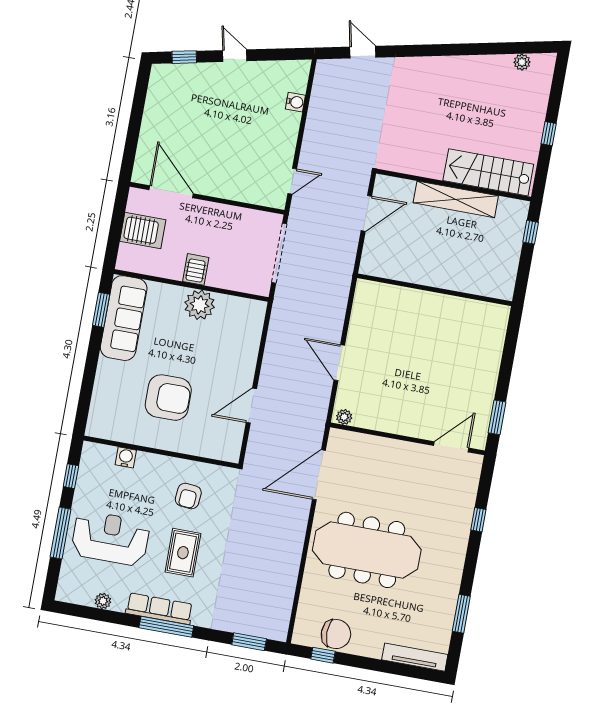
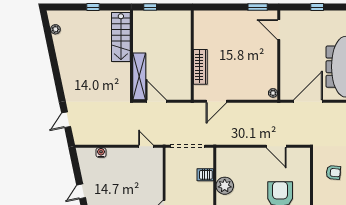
shelving: (456, 199) -> (139, 76), moved
server rack: (196, 269) -> (205, 175), moved
wardrobe: (412, 300) -> (200, 67), added
door: (339, 363) -> (216, 101), moved
door: (319, 475) -> (308, 101), swing flipped

